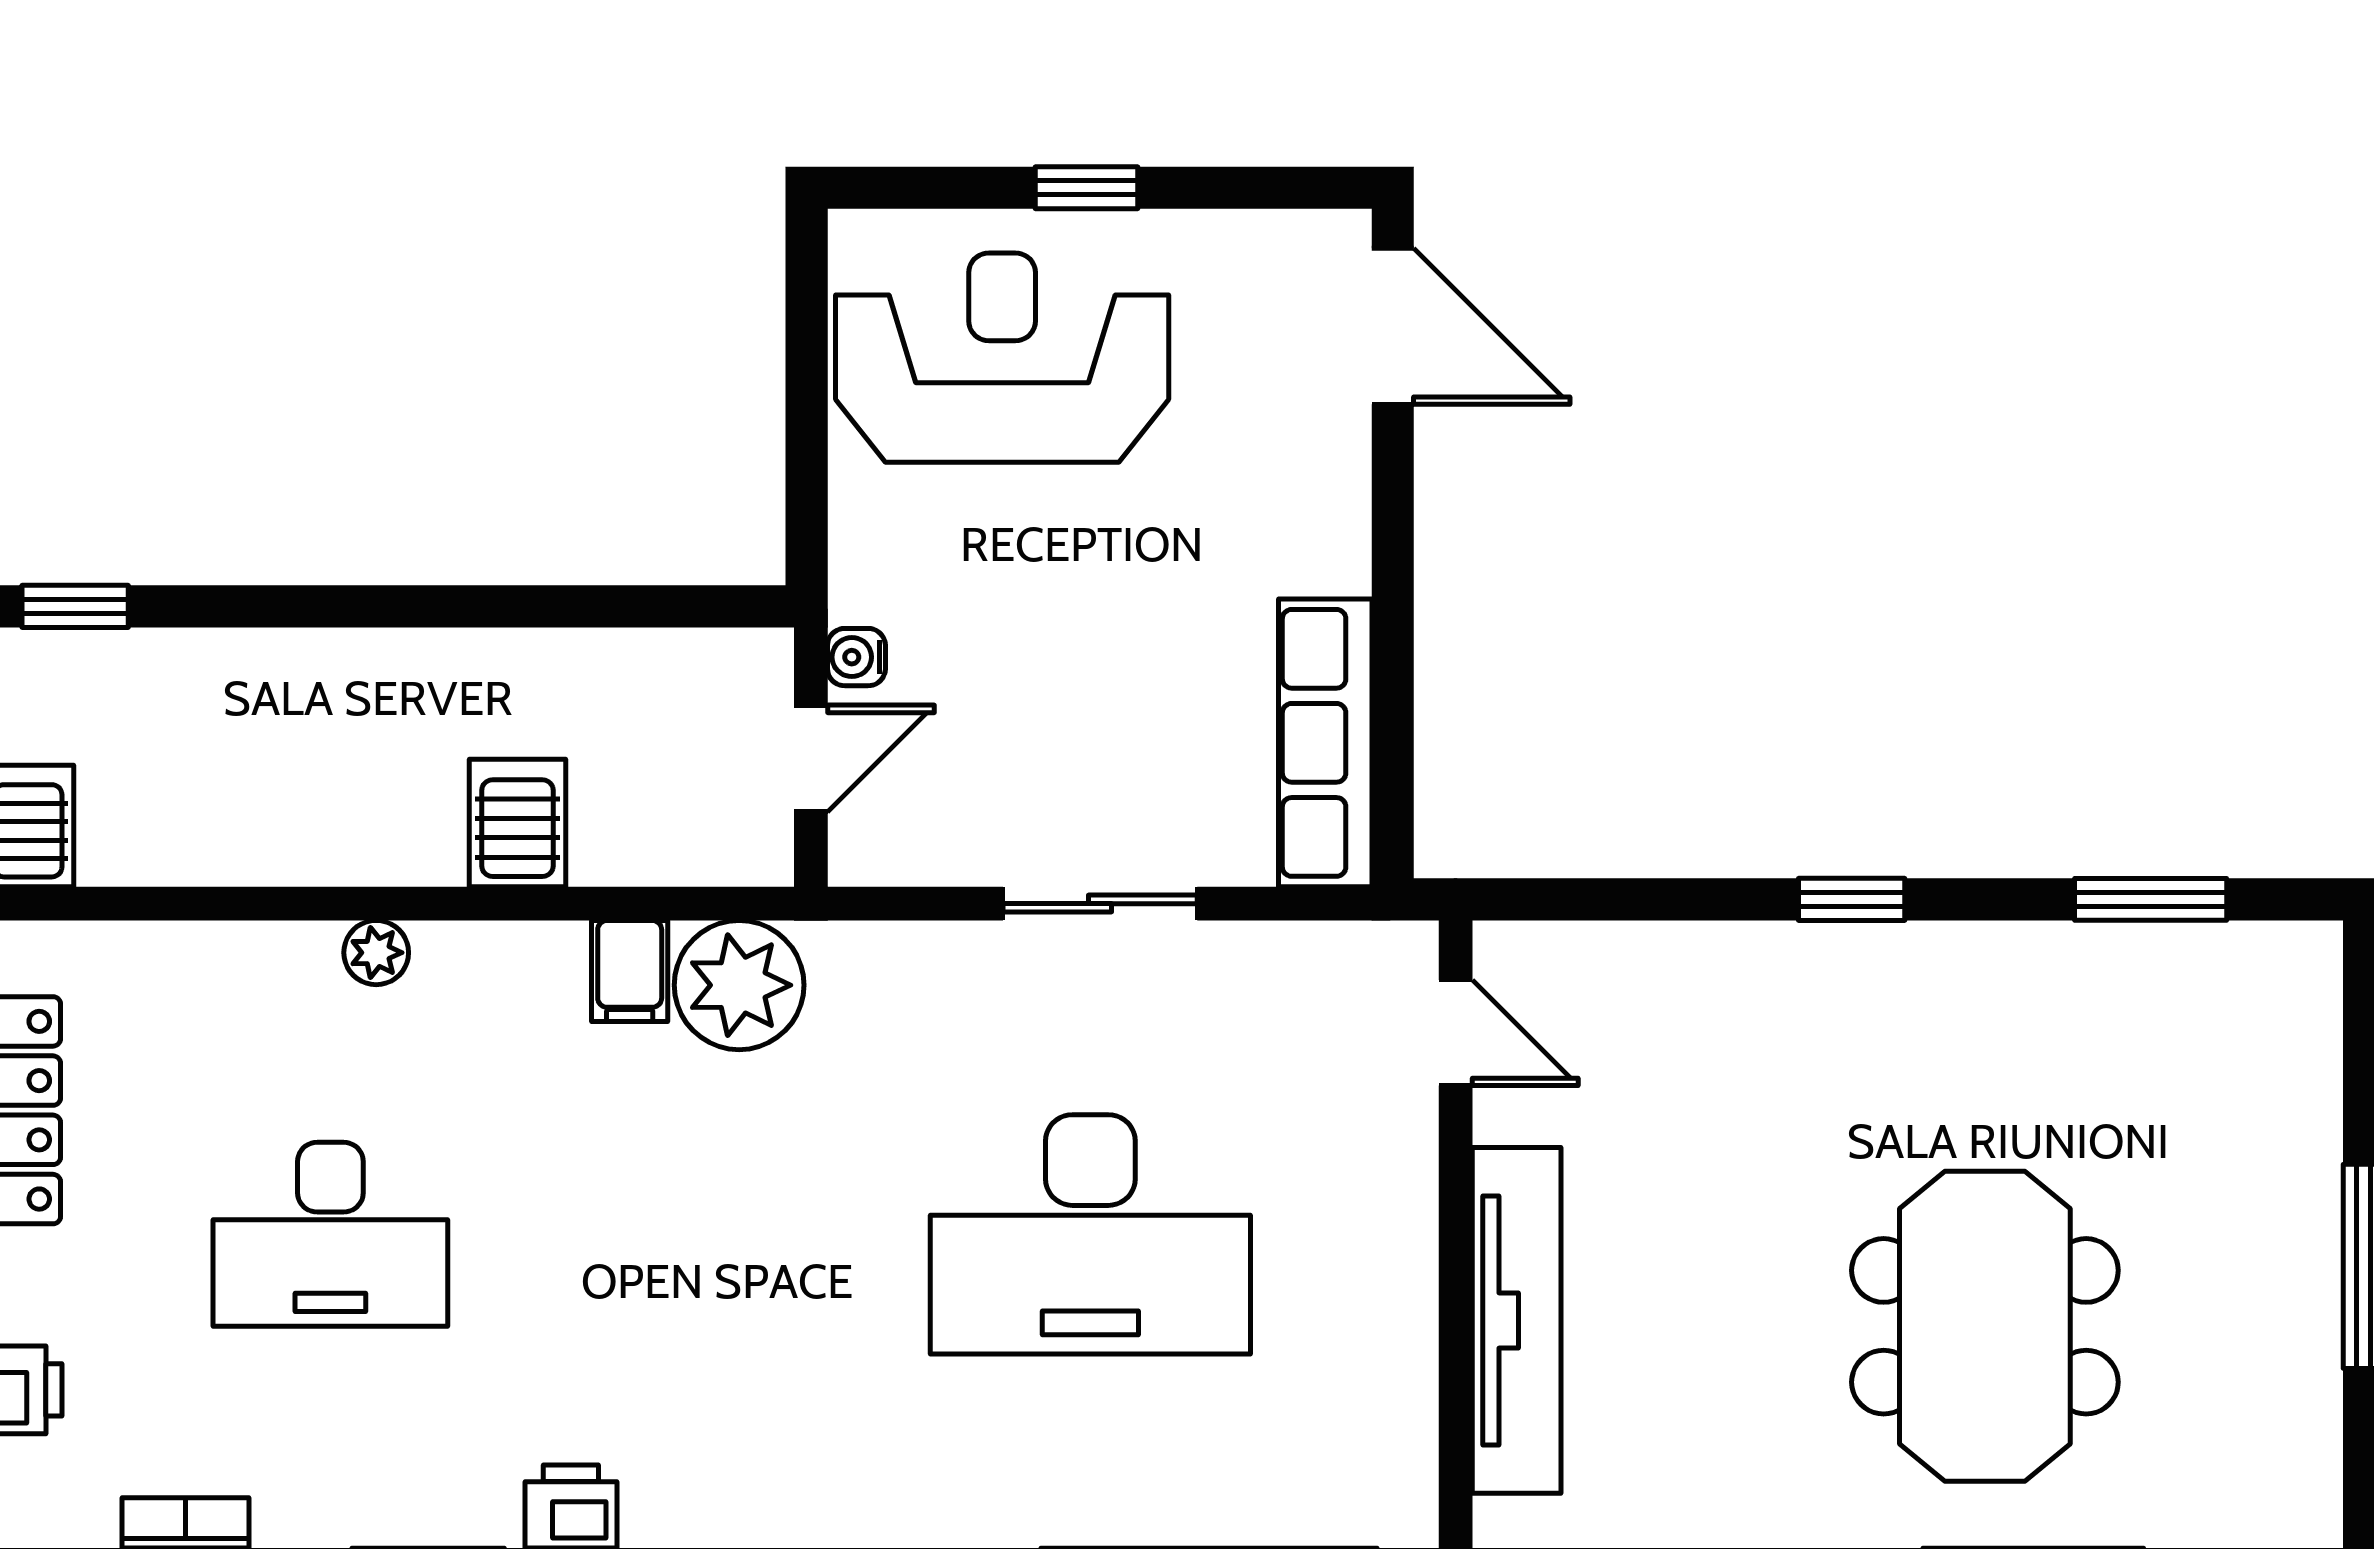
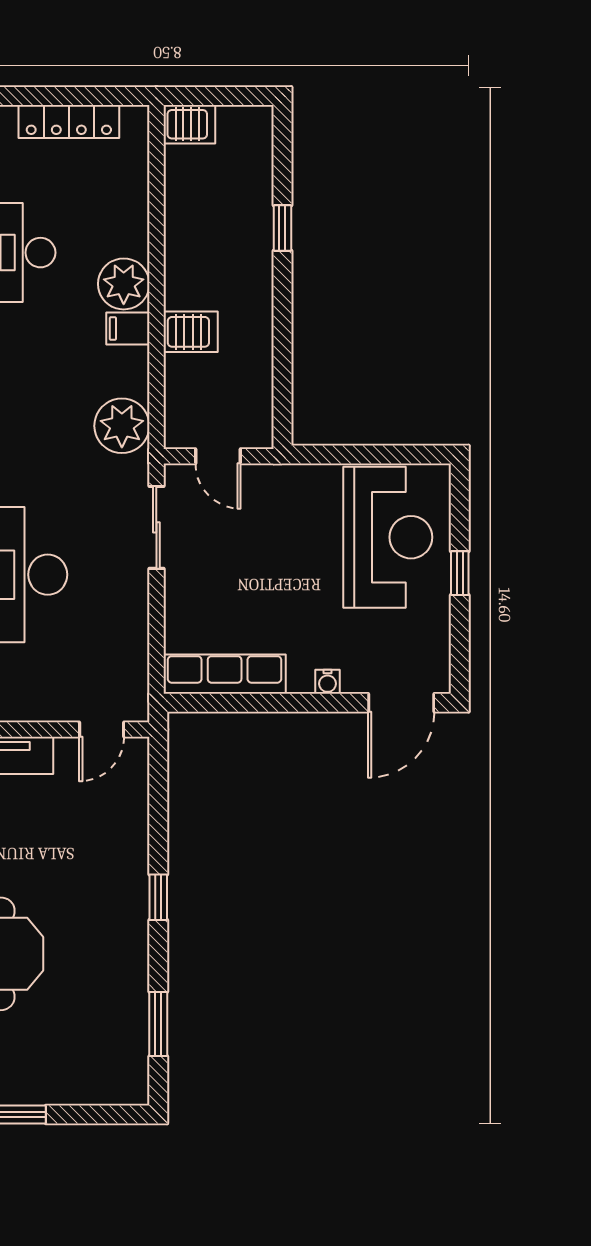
window: (75, 606) -> (282, 228), moved
water cooler: (856, 657) -> (328, 682), moved, turned 180
sliding door: (1100, 904) -> (156, 527), moved
plant: (376, 953) -> (124, 284), width x1.87, depth x1.87
filing cabinet: (630, 971) -> (128, 328), moved

